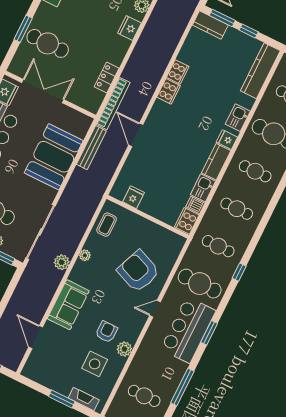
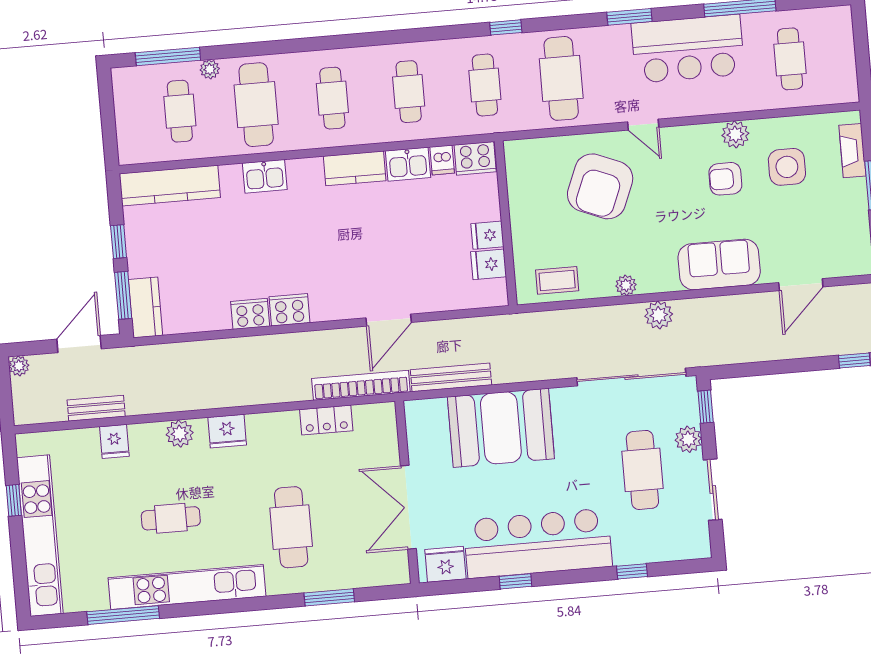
cafe table: (48, 43) -> (291, 527), moved
fridge: (227, 140) -> (487, 235), moved, turned 90
bar counter: (188, 330) -> (688, 49), moved

